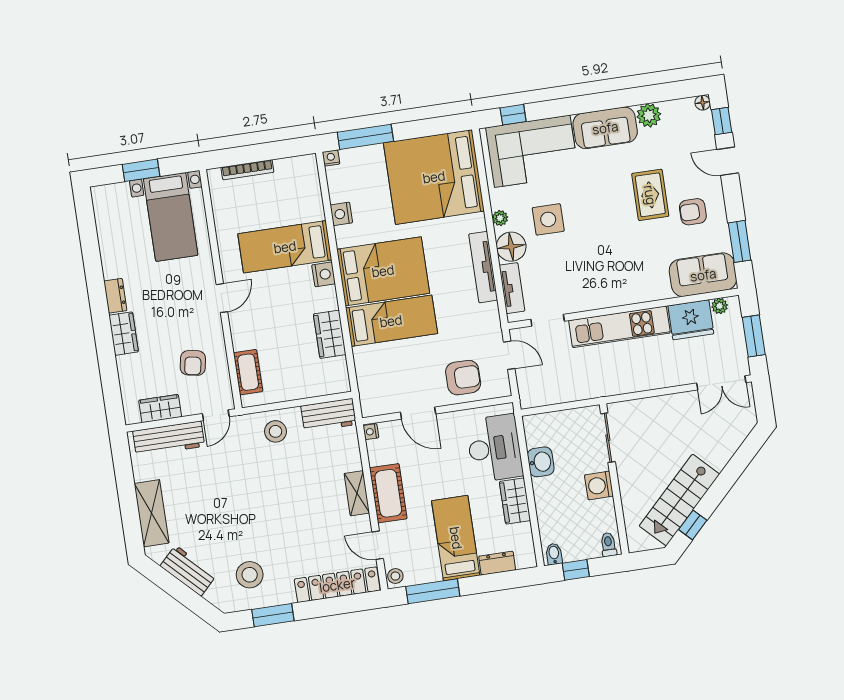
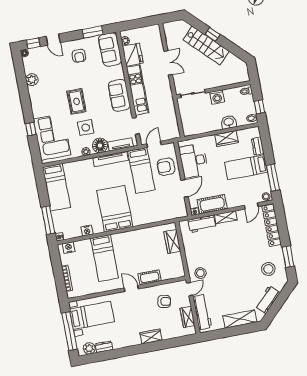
window: (513, 115) -> (31, 129), moved
sofa: (605, 128) -> (119, 95), moved, turned 180
door: (728, 161) -> (53, 40), hinge flipped
window: (141, 170) -> (69, 331), width x2.11
bed: (434, 177) -> (57, 187), width x0.49
rug: (650, 195) -> (77, 101), moved, turned 90
plant: (105, 209) -> (89, 348), added
nightstand: (324, 274) -> (69, 248), moved
dresser: (115, 296) -> (104, 347), moved
bed: (391, 321) -> (141, 170), moved, turned 180
wardrobe: (330, 334) -> (172, 241), moved, turned 90
window: (754, 336) -> (140, 23), removed
cot: (248, 372) -> (150, 277), moved
armchair: (463, 378) -> (166, 167), turned -90
double door: (721, 383) -> (168, 63), moved
door: (216, 415) -> (190, 289), hinge flipped
workbench: (329, 415) -> (202, 224), moved, turned 90
stool: (276, 431) -> (200, 273), moved
desk: (494, 448) -> (194, 161), moved, turned -90
washbasin: (541, 462) -> (229, 122), moved
cot: (388, 493) -> (212, 204), moved
stairs: (679, 500) -> (206, 45), moved
window: (693, 525) -> (213, 34), moved

